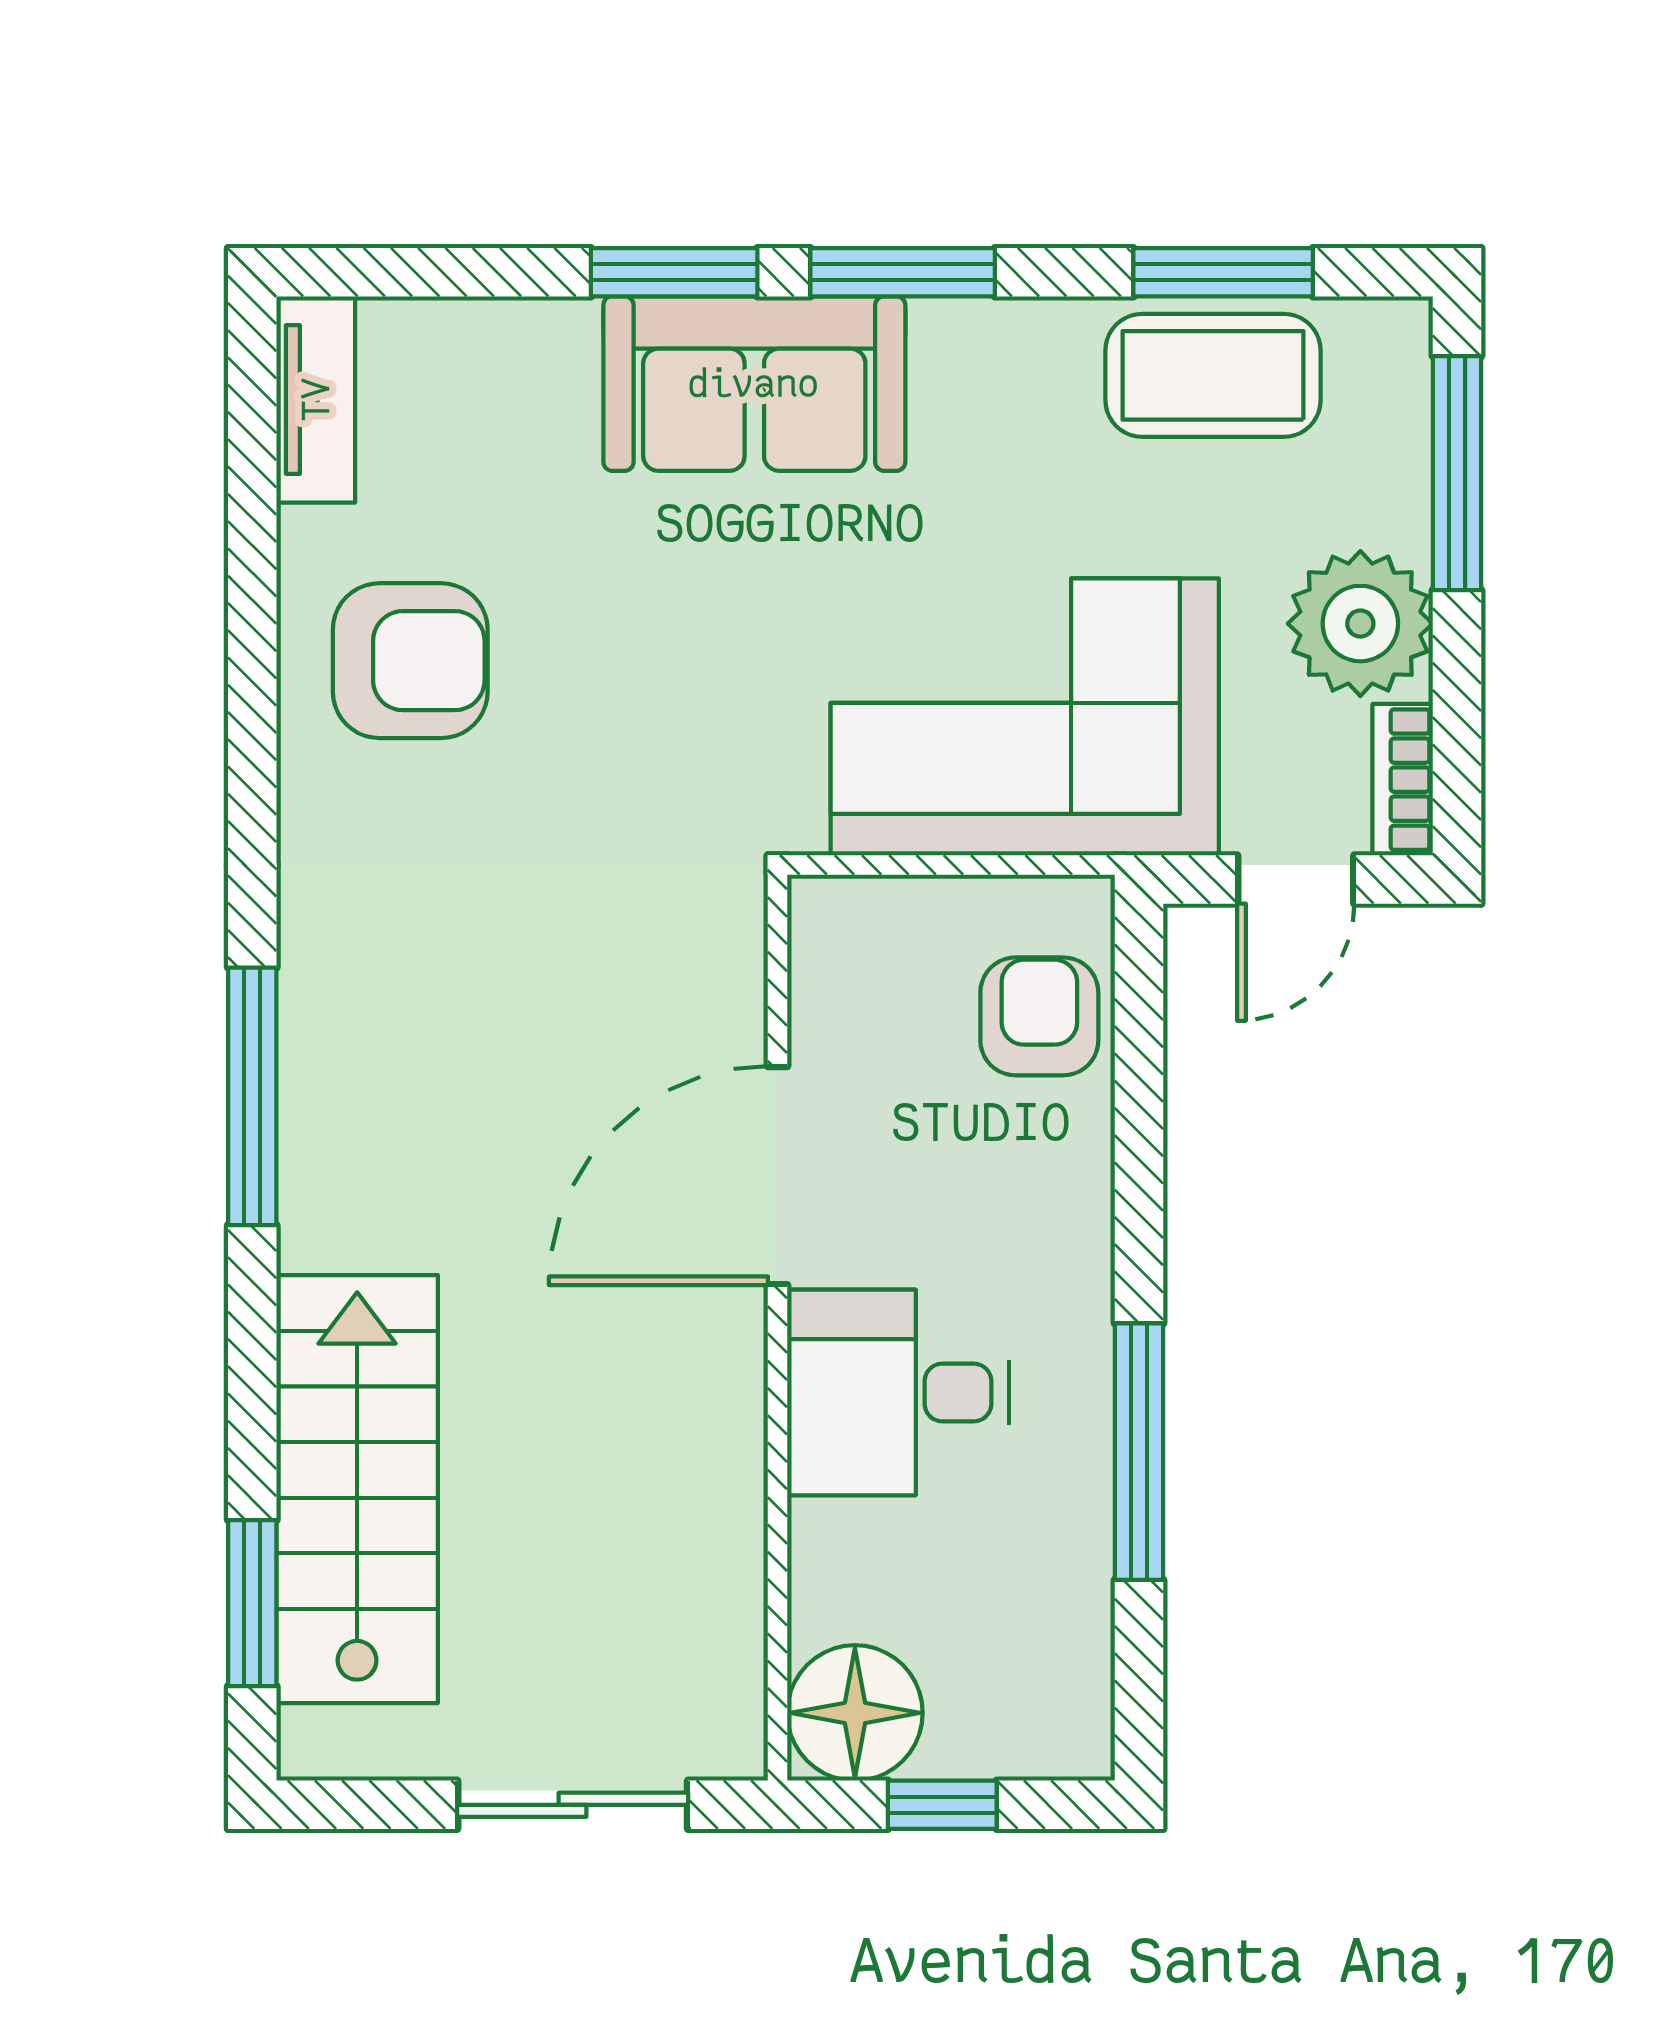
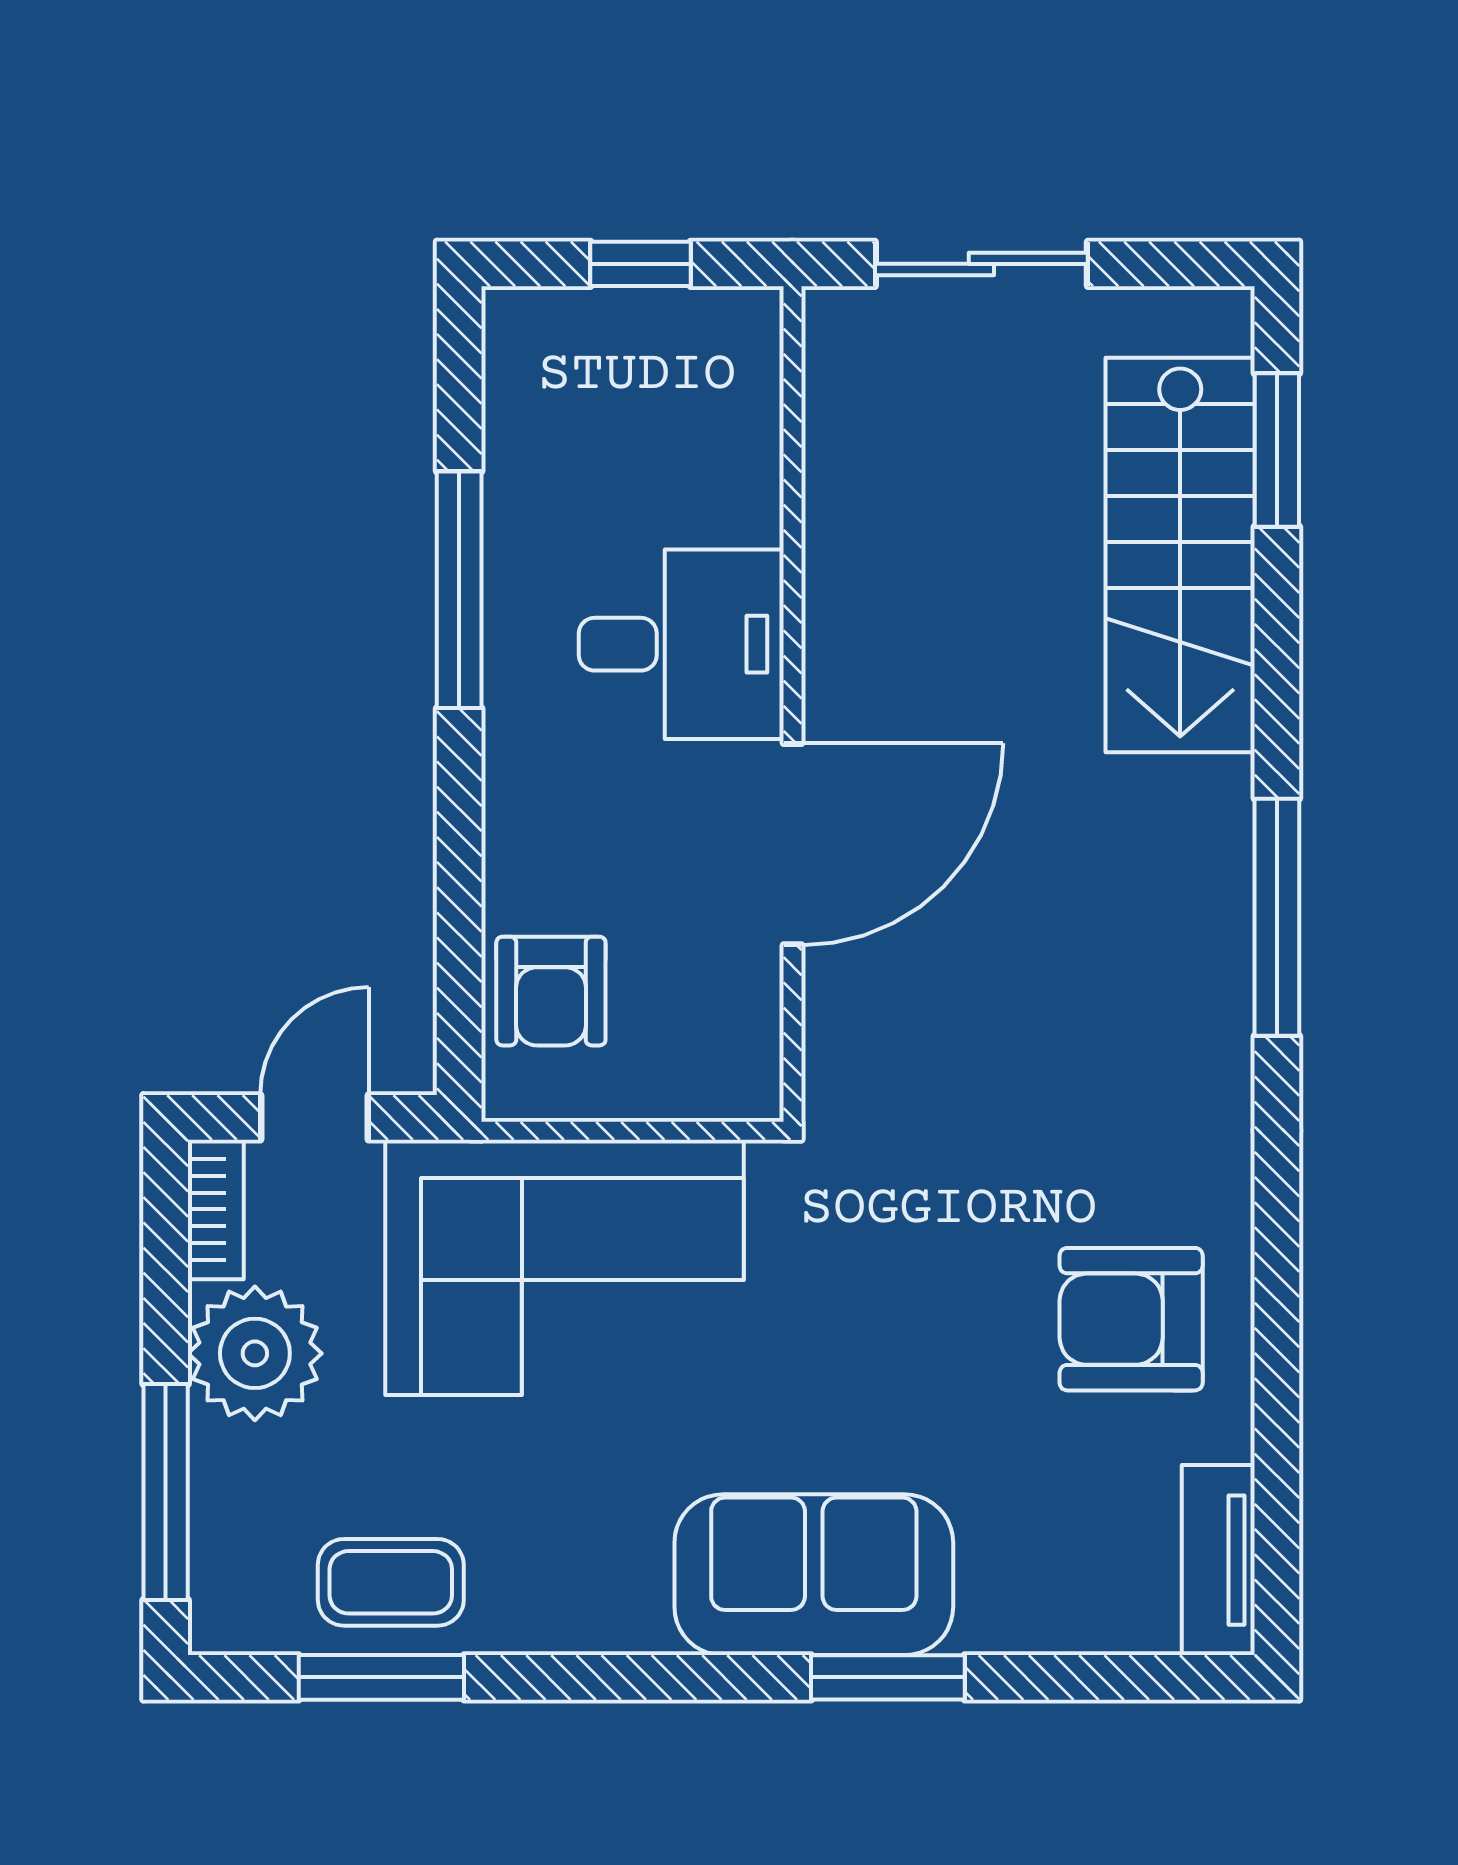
window: (903, 272) -> (677, 1677), removed
coffee table: (1213, 375) -> (391, 1582), width x0.73, depth x0.77
floor lamp: (855, 1713) -> (721, 349), removed

